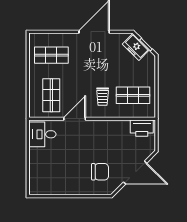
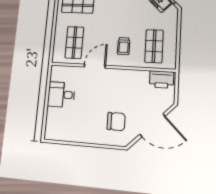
shop shelf: (133, 95) -> (154, 46), turned 90
desk: (42, 134) -> (61, 95), moved

